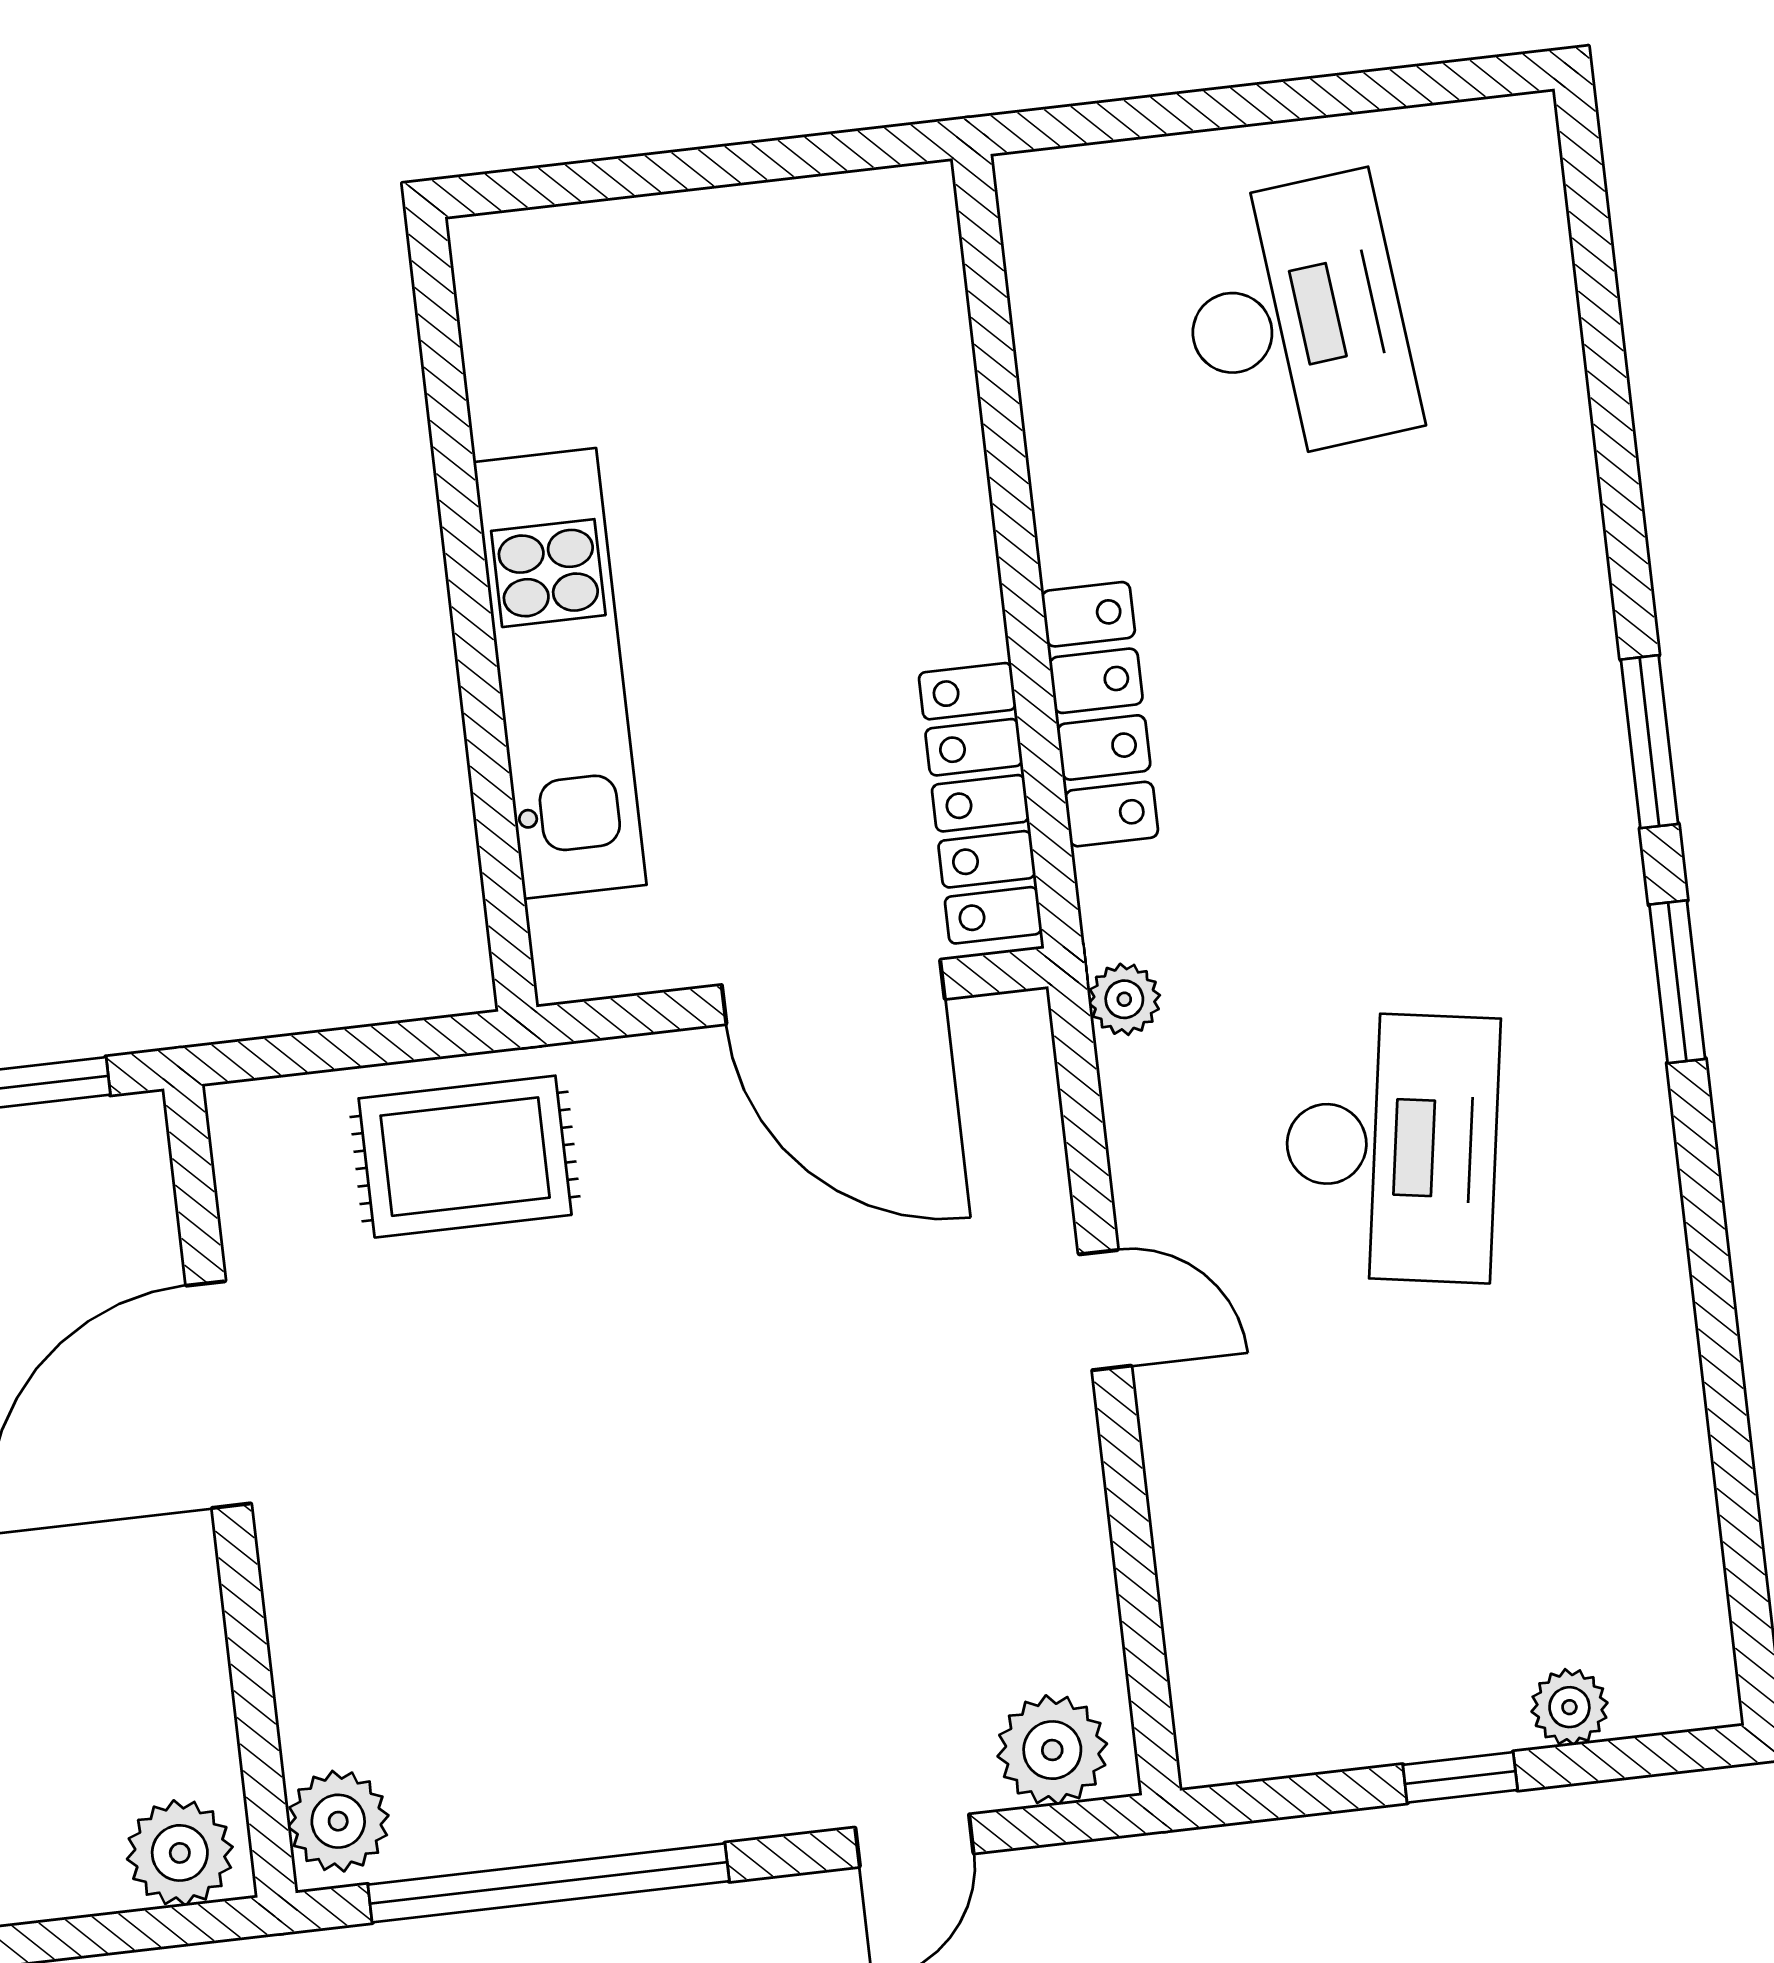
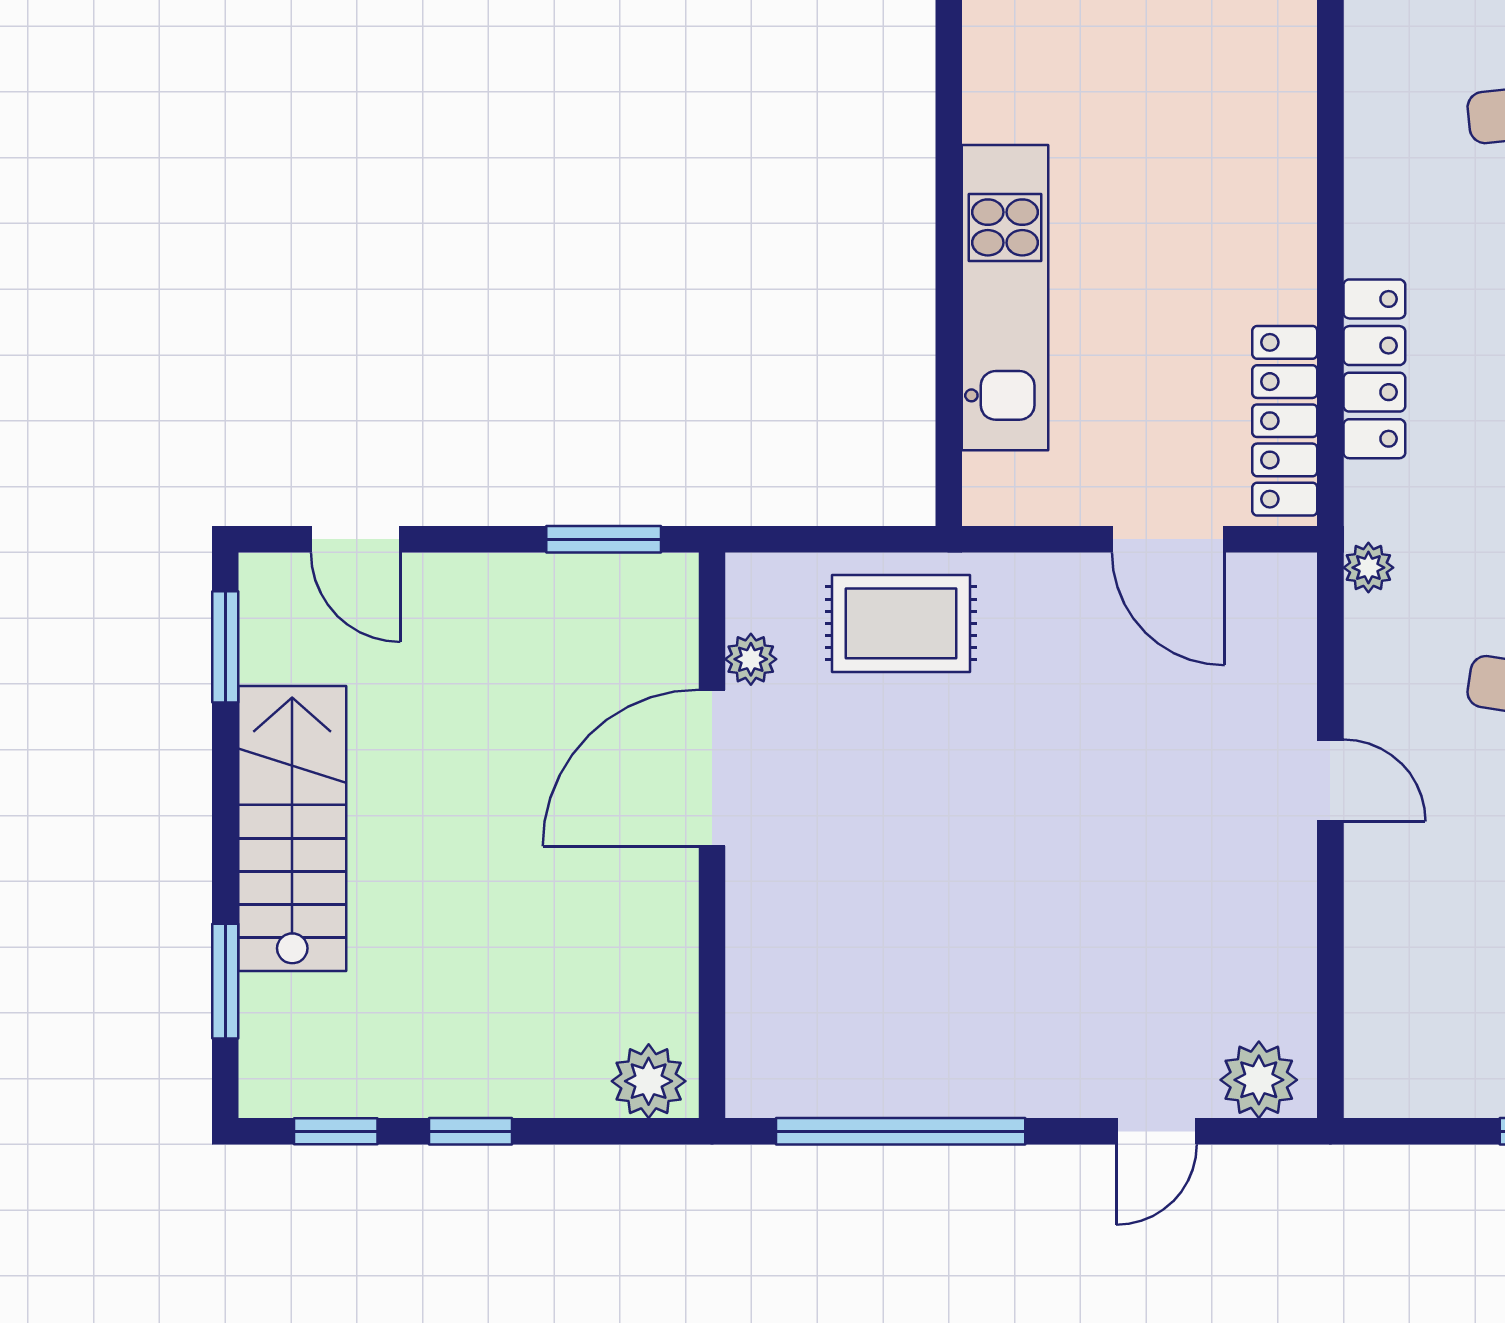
door: (833, 992) -> (1168, 539), width x0.73
plant: (338, 1821) -> (751, 659), moved, width x0.73, depth x0.73

